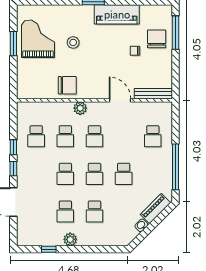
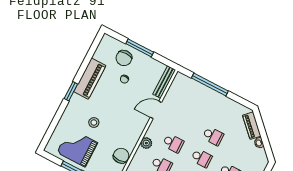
window: (176, 33) -> (140, 48), moved
chair: (157, 39) -> (124, 58), turned -90
chair: (67, 85) -> (121, 156), moved
school desk: (153, 136) -> (196, 99), removed
window: (176, 167) -> (210, 85), moved

